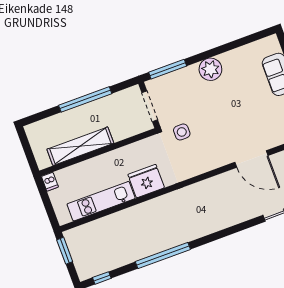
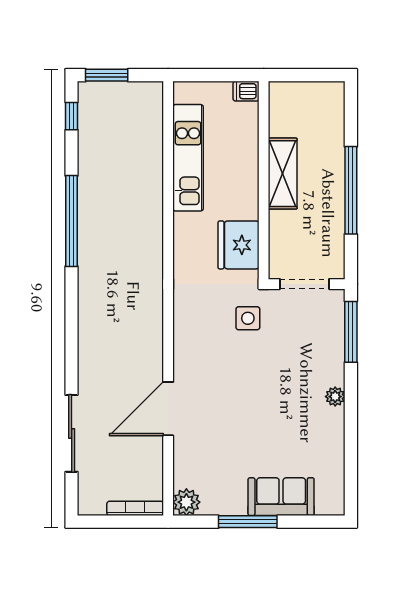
plant: (210, 69) -> (335, 397), width x0.53, depth x0.53
shelving: (80, 146) -> (283, 174), width x0.68
fridge: (146, 181) -> (239, 245), moved, turned 180
window: (65, 251) -> (107, 75), moved

